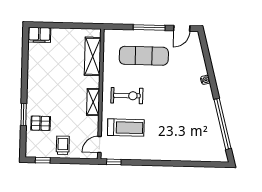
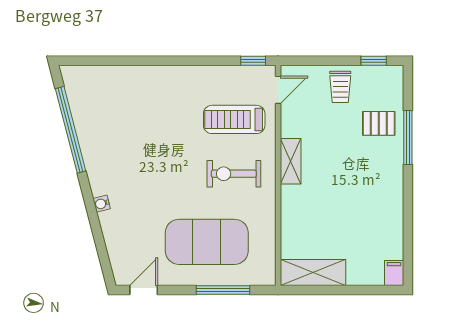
window: (149, 27) -> (223, 290), moved
filing cabinet: (39, 35) -> (394, 273), width x0.50
shelving: (93, 56) -> (313, 273), moved, turned 90
exercise mat: (144, 56) -> (207, 242), width x1.47
window: (24, 114) -> (408, 137), width x1.44

